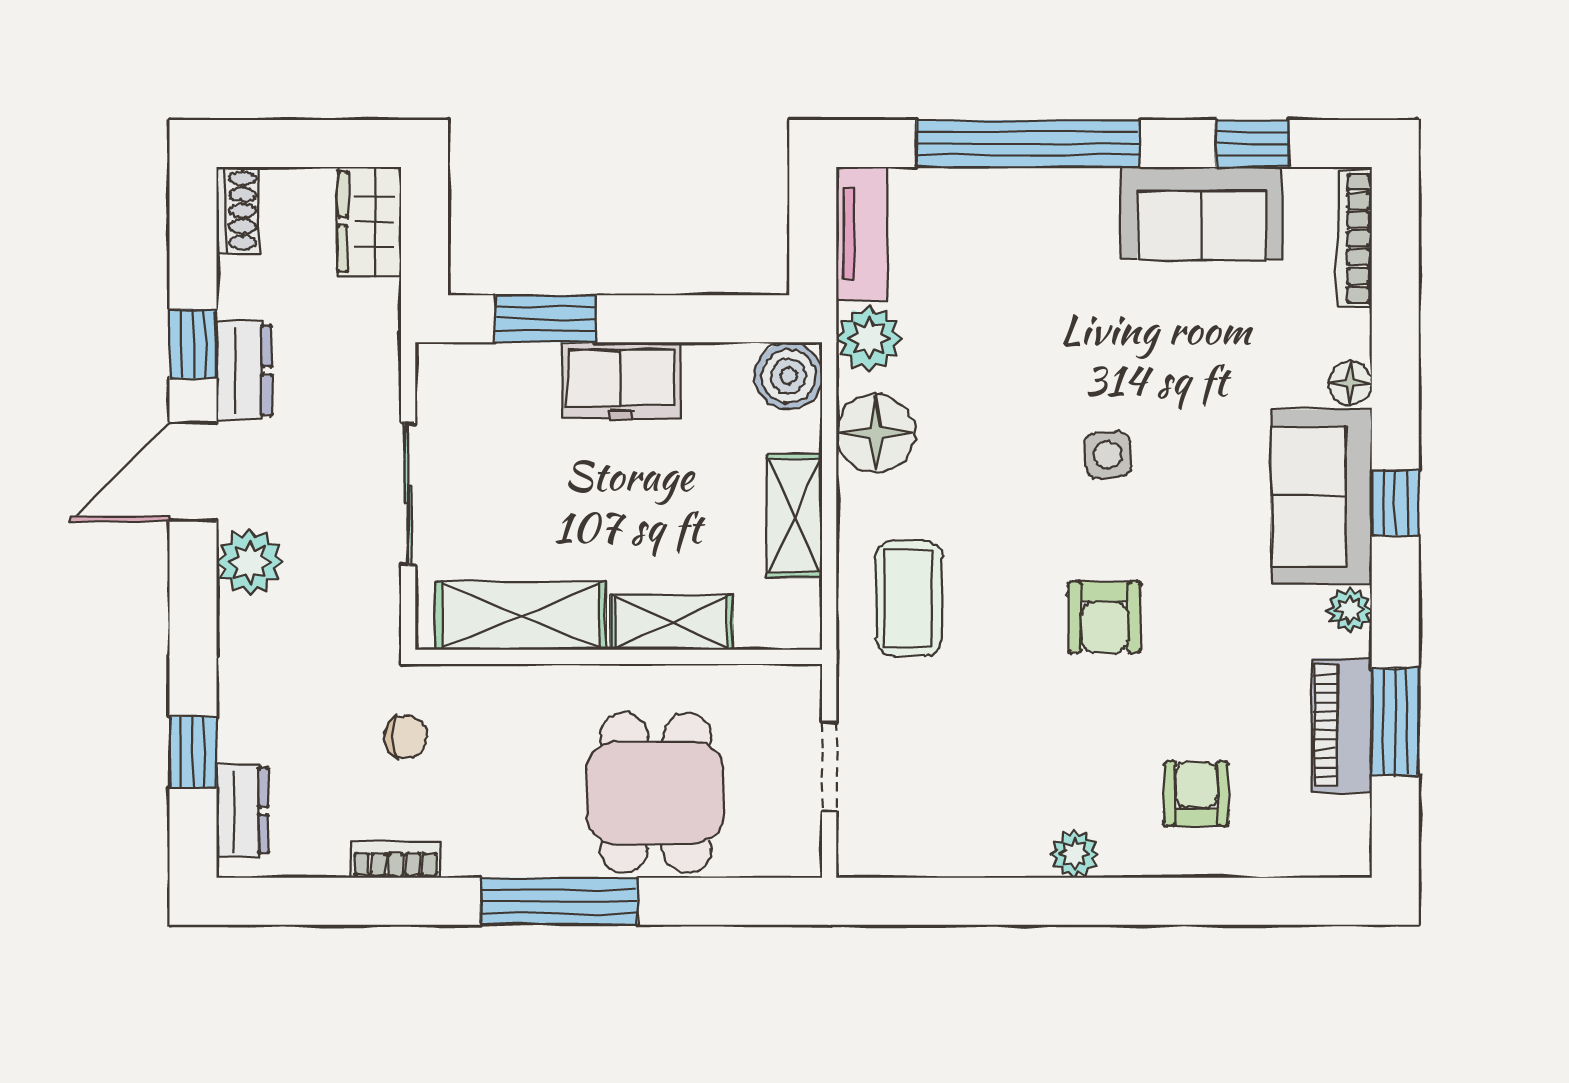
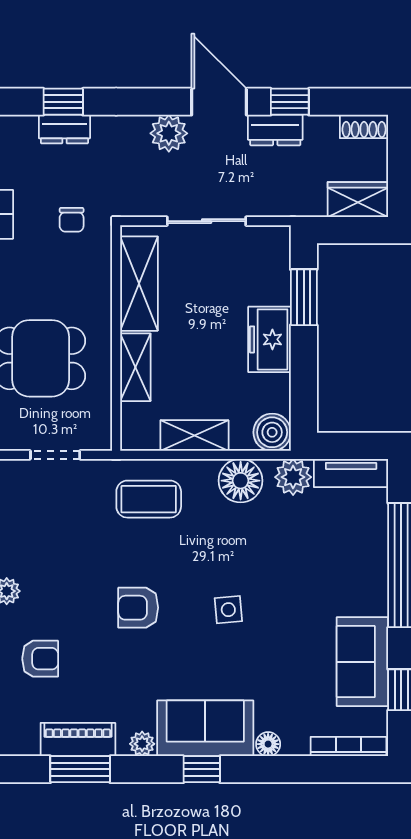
dresser: (242, 811) -> (64, 129), moved

